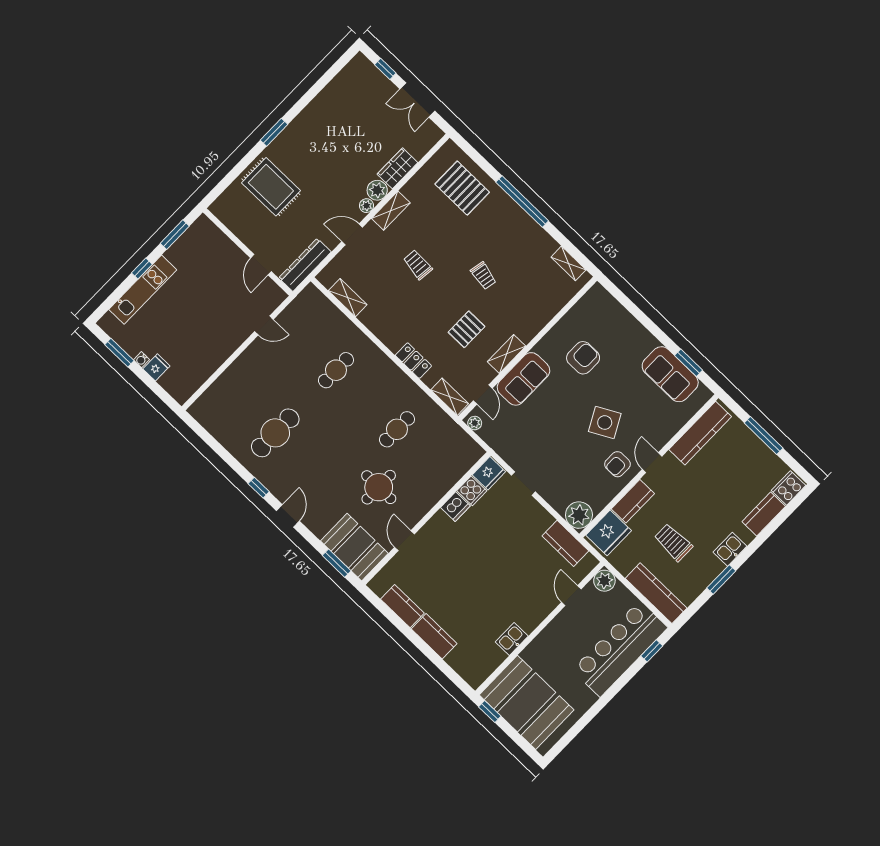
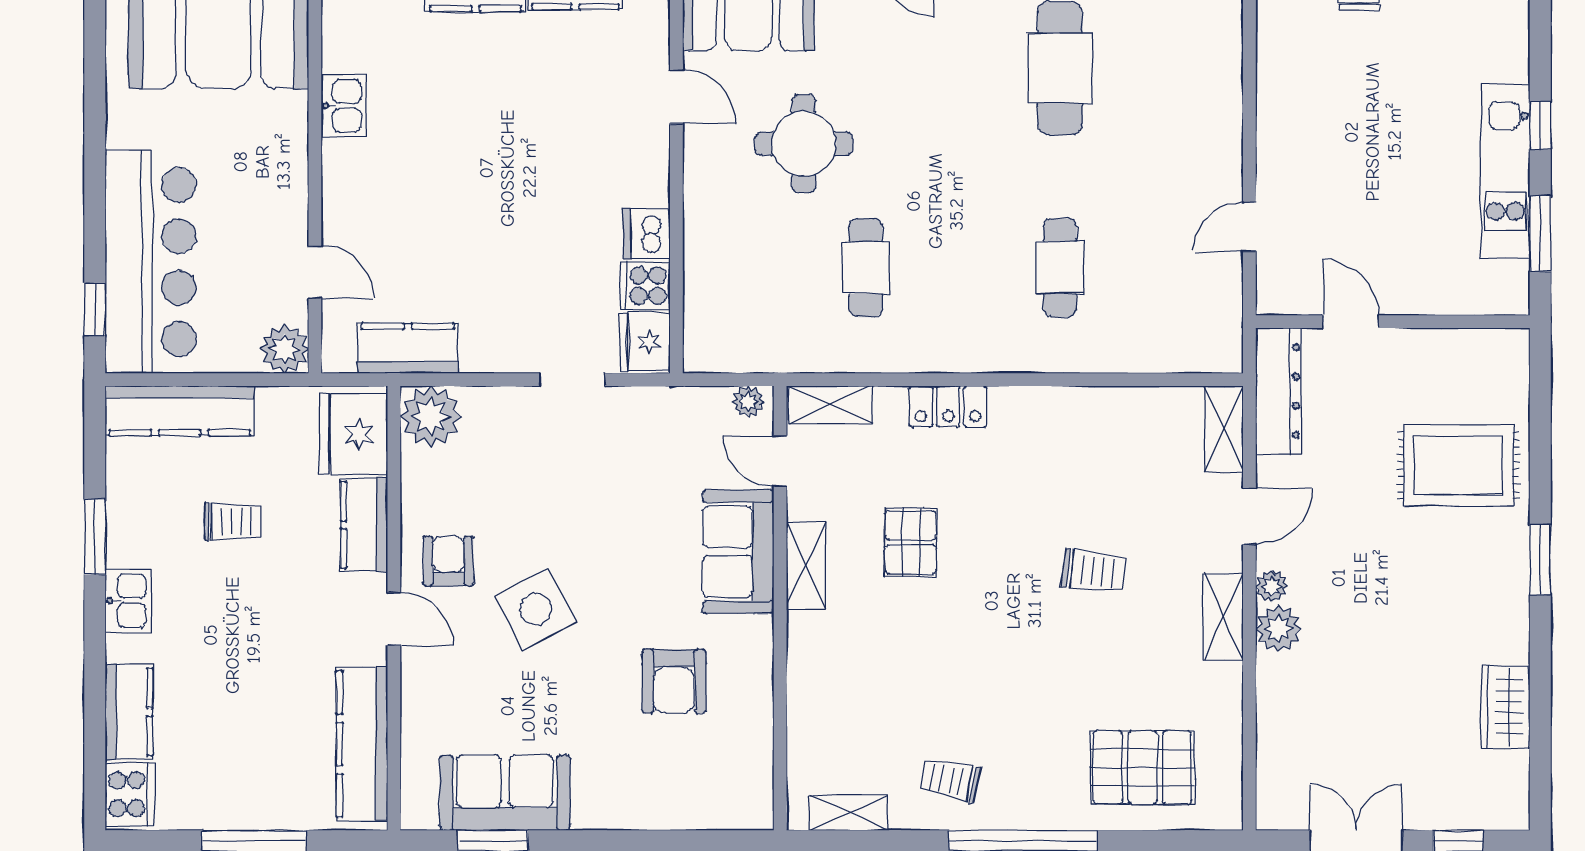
wardrobe: (397, 168) -> (1505, 707), moved, turned 180
trolley: (483, 276) -> (950, 780), moved
kitchen unit: (143, 290) -> (1505, 171), moved
shelving: (348, 298) -> (1224, 429), moved, turned 90
trolley: (673, 542) -> (232, 522), width x0.73, depth x0.72

